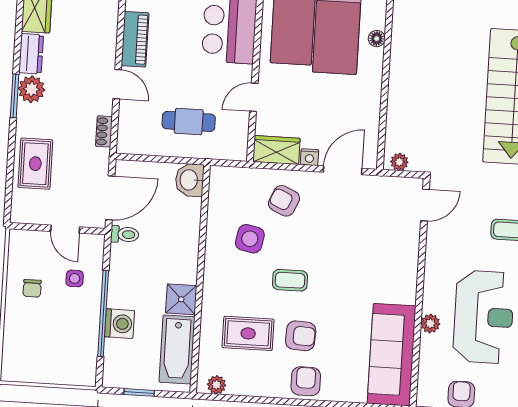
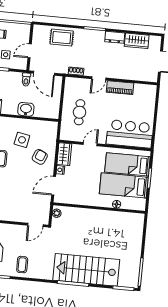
plant: (31, 89) -> (98, 37), removed
door: (254, 97) -> (90, 144), hinge flipped
door: (343, 170) -> (54, 186), swing flipped
washbasin: (190, 180) -> (26, 109), moved
door: (425, 205) -> (35, 225), hinge flipped

